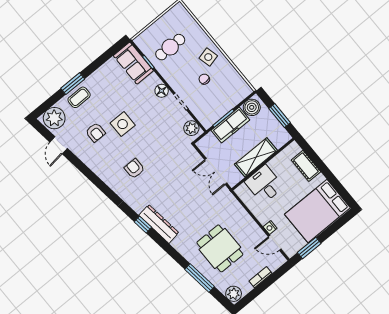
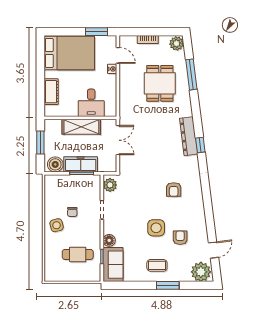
floor lamp: (162, 91) -> (109, 240), moved
coffee table: (79, 97) -> (157, 265), moved

